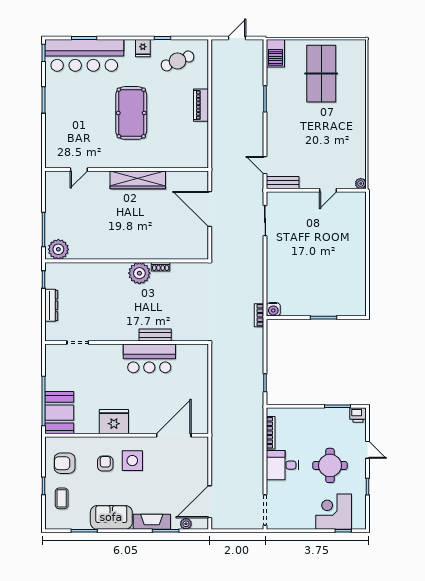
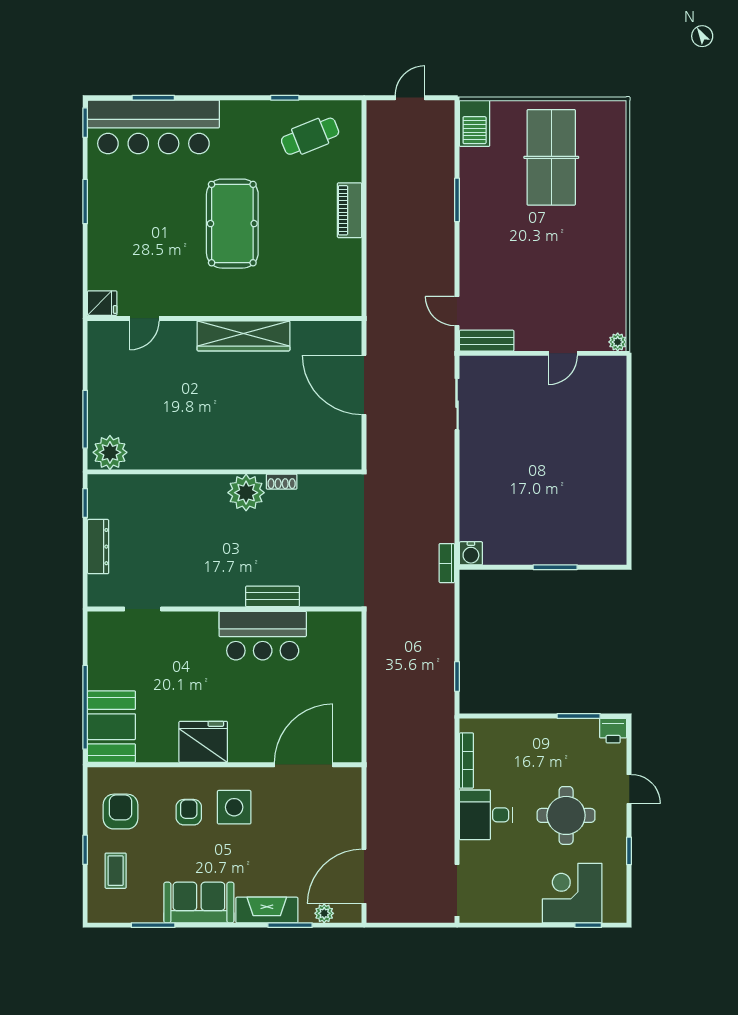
fridge: (143, 48) -> (102, 303), moved, turned -90
armchair: (65, 463) -> (120, 812), turned 90

